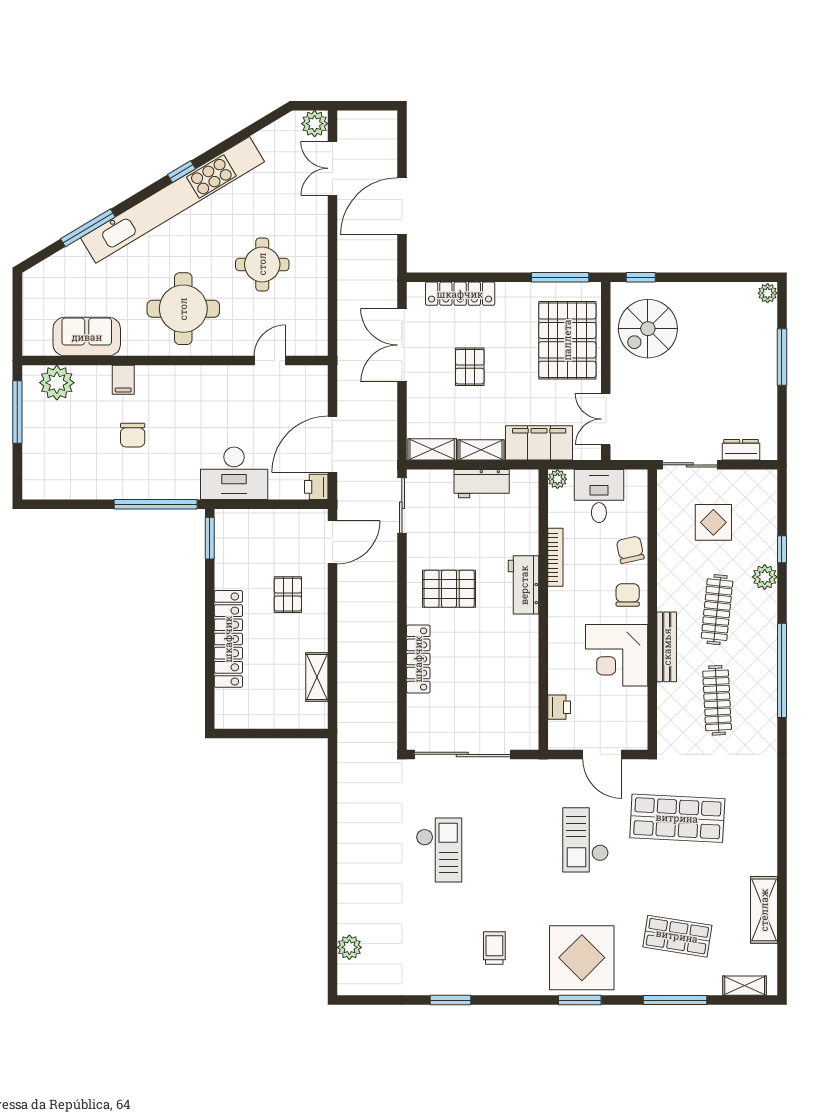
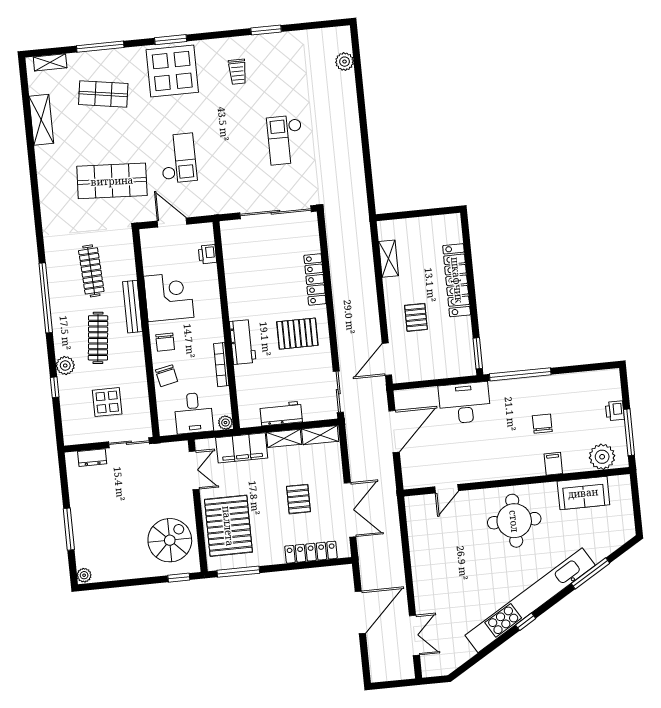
plant: (315, 124) -> (431, 667), removed
round table: (262, 264) -> (459, 559), removed
printer: (316, 487) -> (615, 411), moved, turned 180

